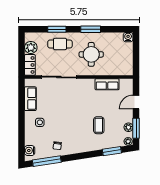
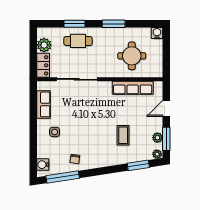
round table: (91, 54) -> (132, 56), moved
row of seats: (107, 84) -> (133, 88), width x1.48

